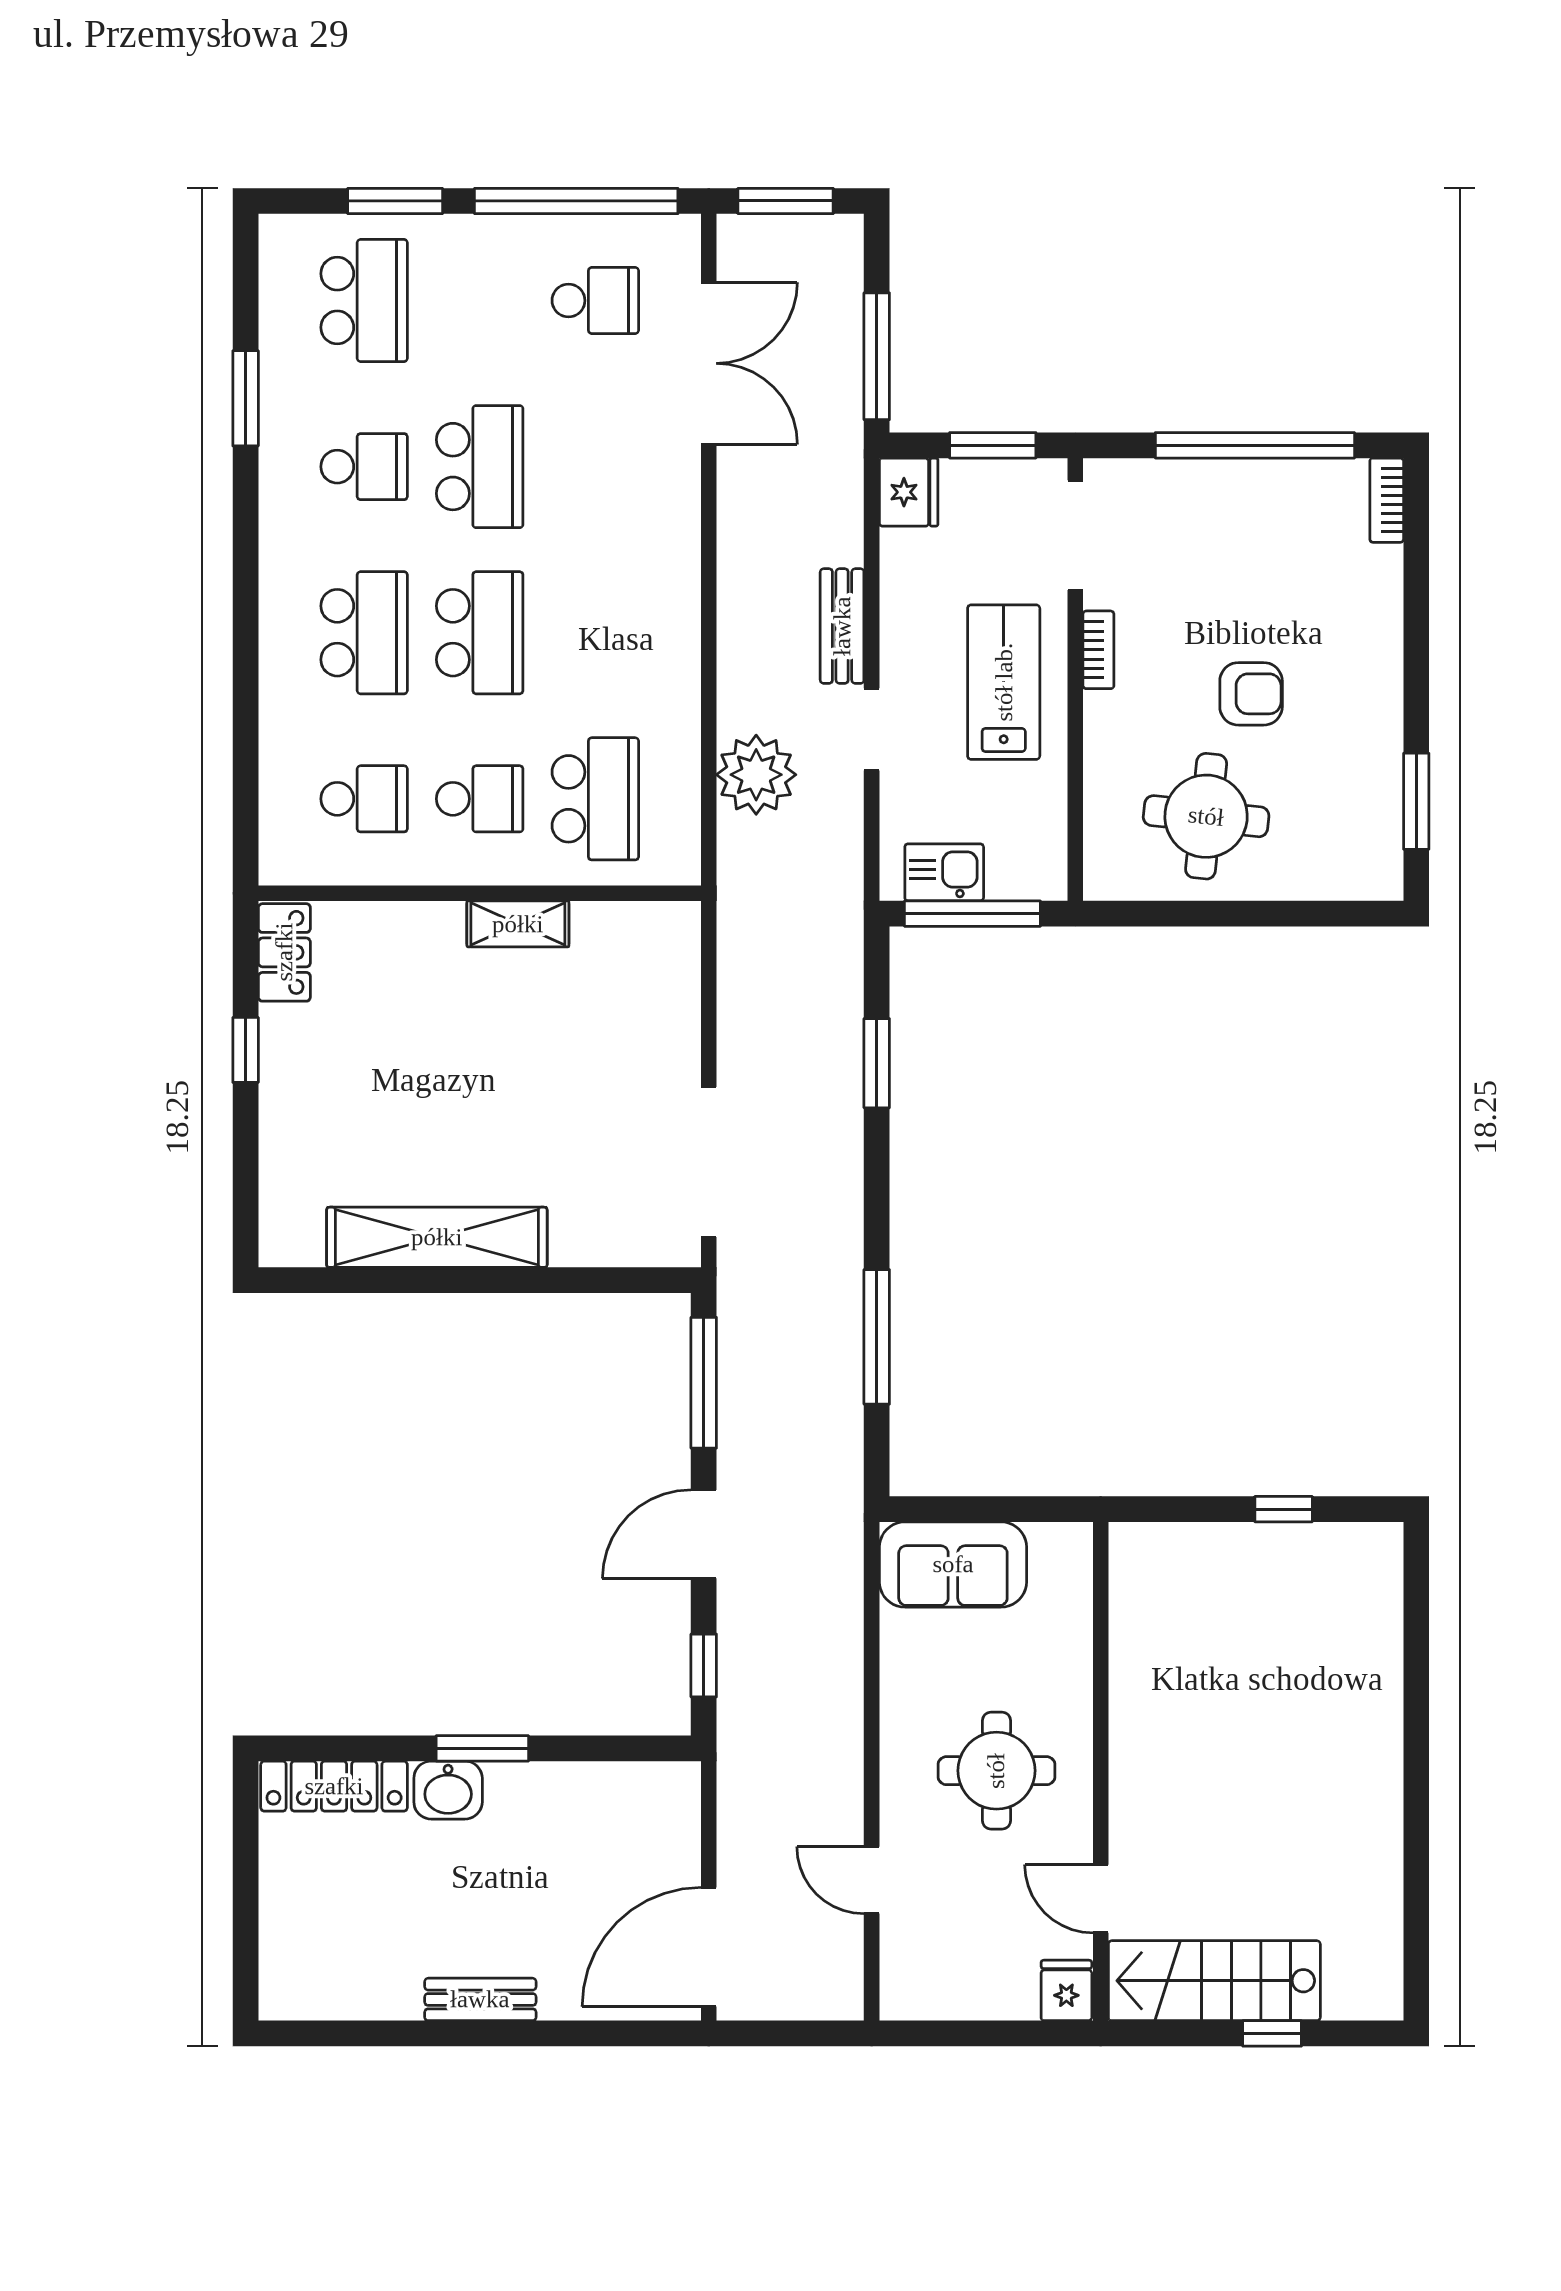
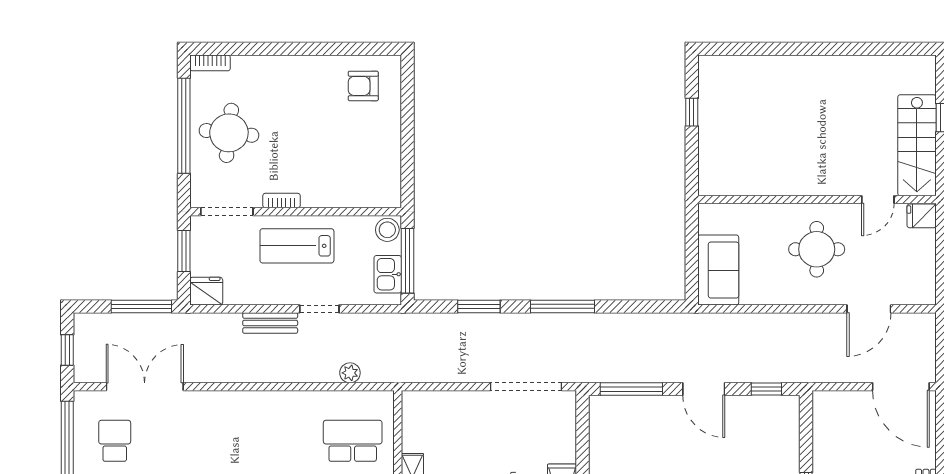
window: (786, 201) -> (67, 350), width x0.67
armchair: (1251, 694) -> (363, 86), moved, turned -90
plant: (756, 775) -> (350, 373), width x0.53, depth x0.53
window: (1416, 801) -> (354, 49), removed
round table: (1206, 816) -> (229, 133), moved
stool: (1037, 871) -> (387, 230), added
window: (877, 1337) -> (563, 306), moved
door: (872, 1880) -> (869, 309), width x1.38

